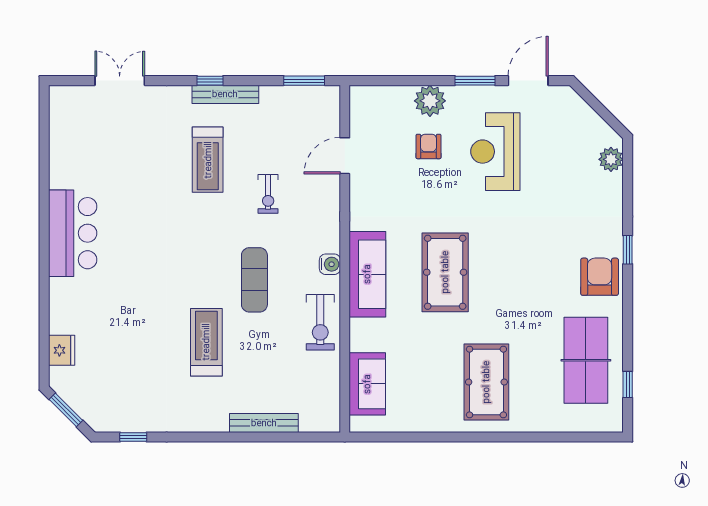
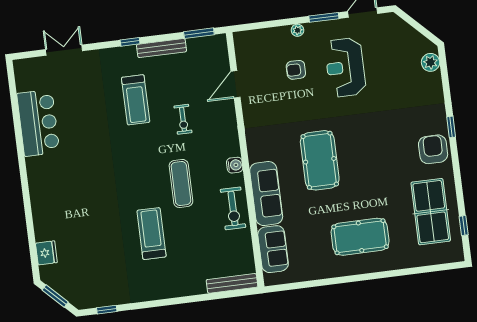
bench: (225, 94) -> (162, 48), moved
plant: (430, 101) -> (297, 30), width x0.53, depth x0.53
armchair: (428, 146) -> (296, 70), turned -90
bar counter: (73, 233) -> (38, 123), moved
sofa: (367, 274) -> (266, 194), moved
pool table: (486, 382) -> (360, 237), turned 90
bench: (264, 423) -> (232, 283), moved

